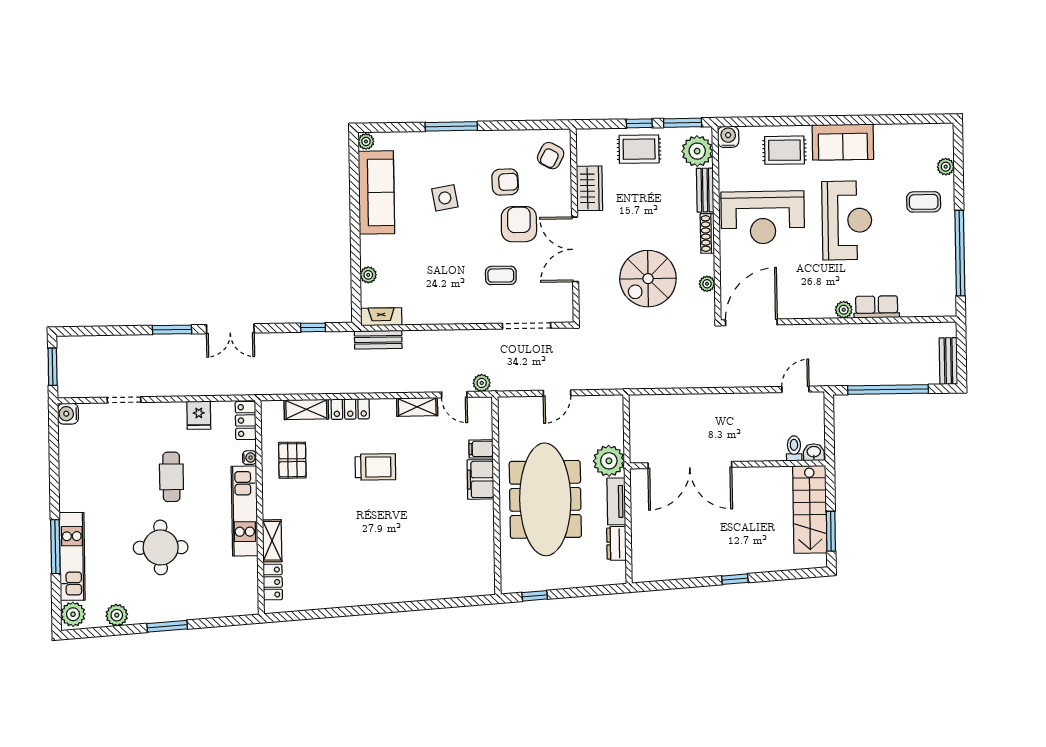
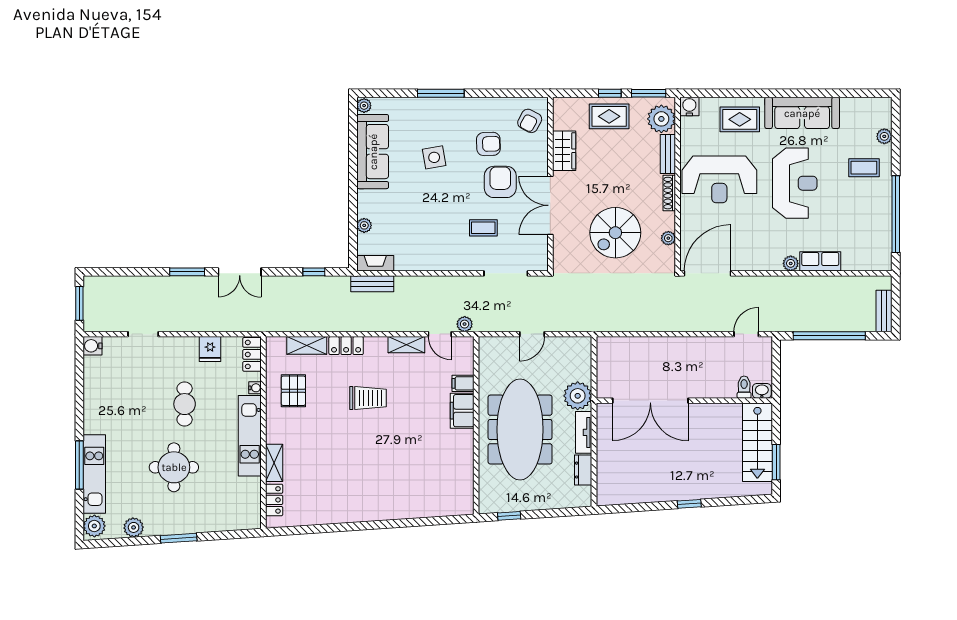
sofa: (843, 142) -> (802, 113), width x1.36

